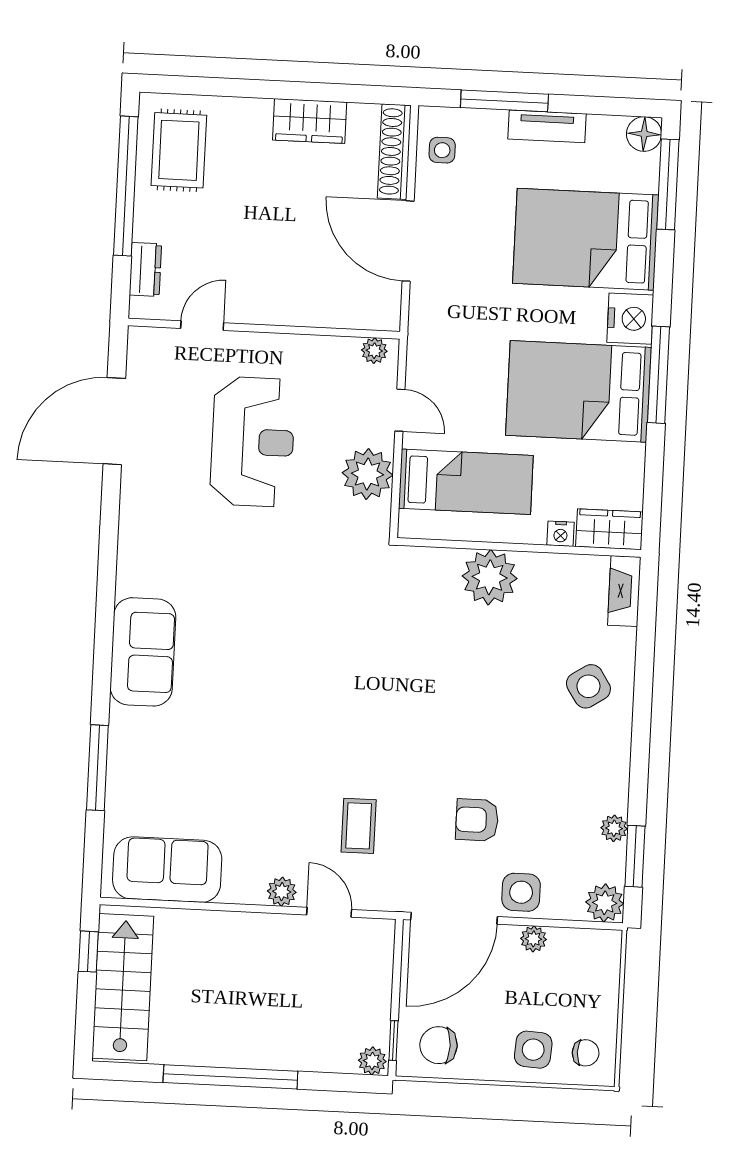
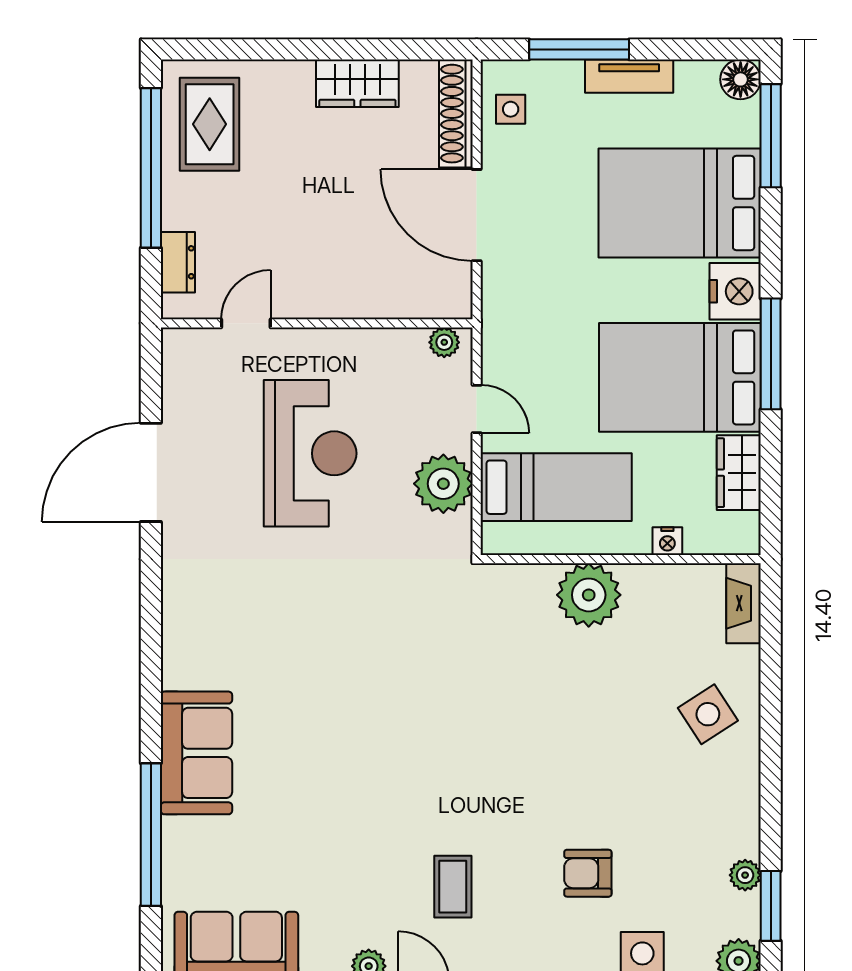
door: (114, 421) -> (151, 472), moved
wardrobe: (609, 529) -> (739, 473), moved, turned -90
sofa: (143, 652) -> (196, 753), moved
window: (97, 768) -> (151, 835), width x1.46

